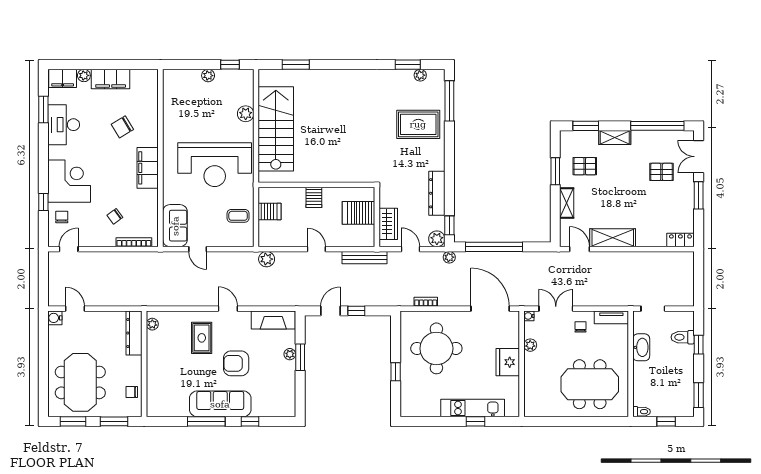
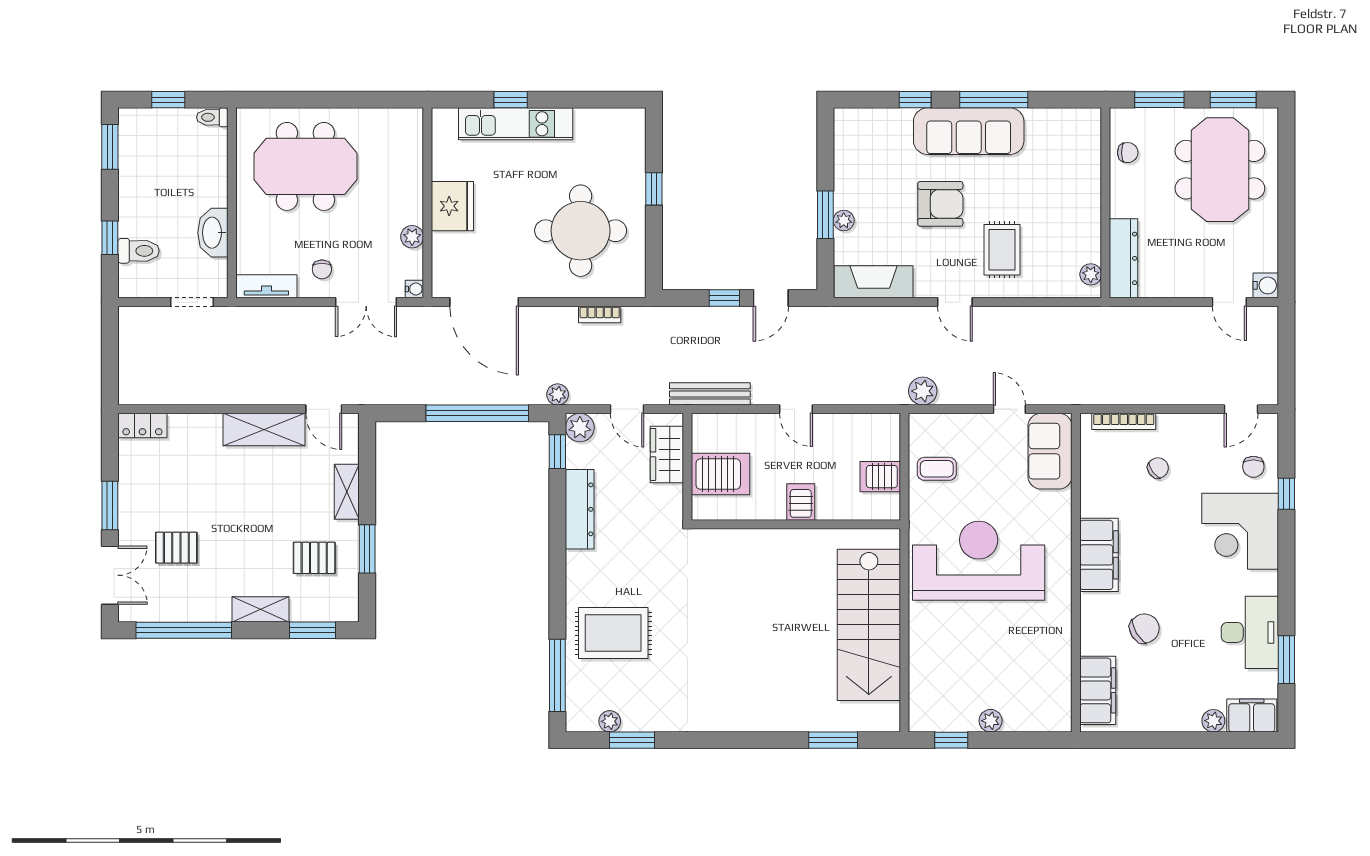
filing cabinet: (111, 79) -> (1098, 690), moved, turned 90
plant: (246, 114) -> (923, 652), removed
plant: (267, 259) -> (923, 391), moved

